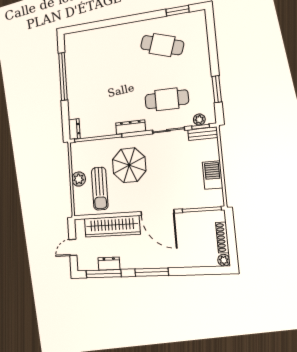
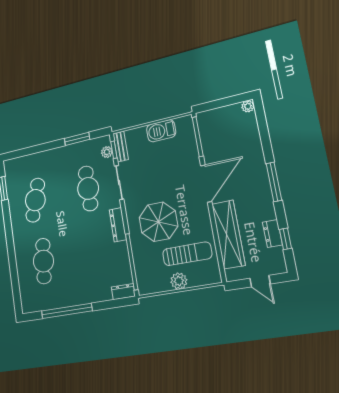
cafe table: (106, 54) -> (43, 261), added
shoe rack: (222, 237) -> (224, 111), removed
window: (104, 274) -> (285, 239), width x0.46

